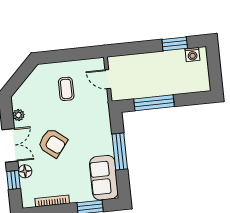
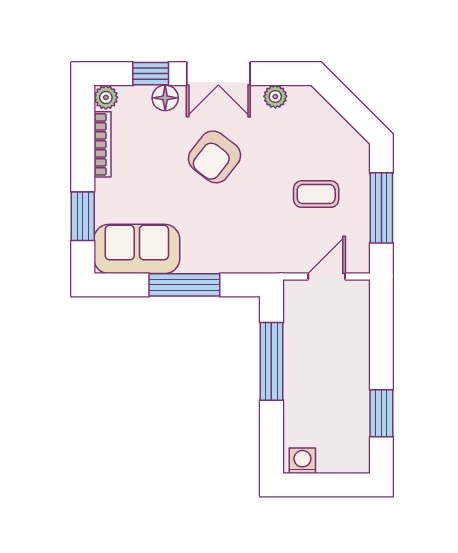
washing machine: (192, 54) -> (302, 461), moved, turned 90
window: (70, 55) -> (381, 208), added
plant: (28, 202) -> (106, 97), added

